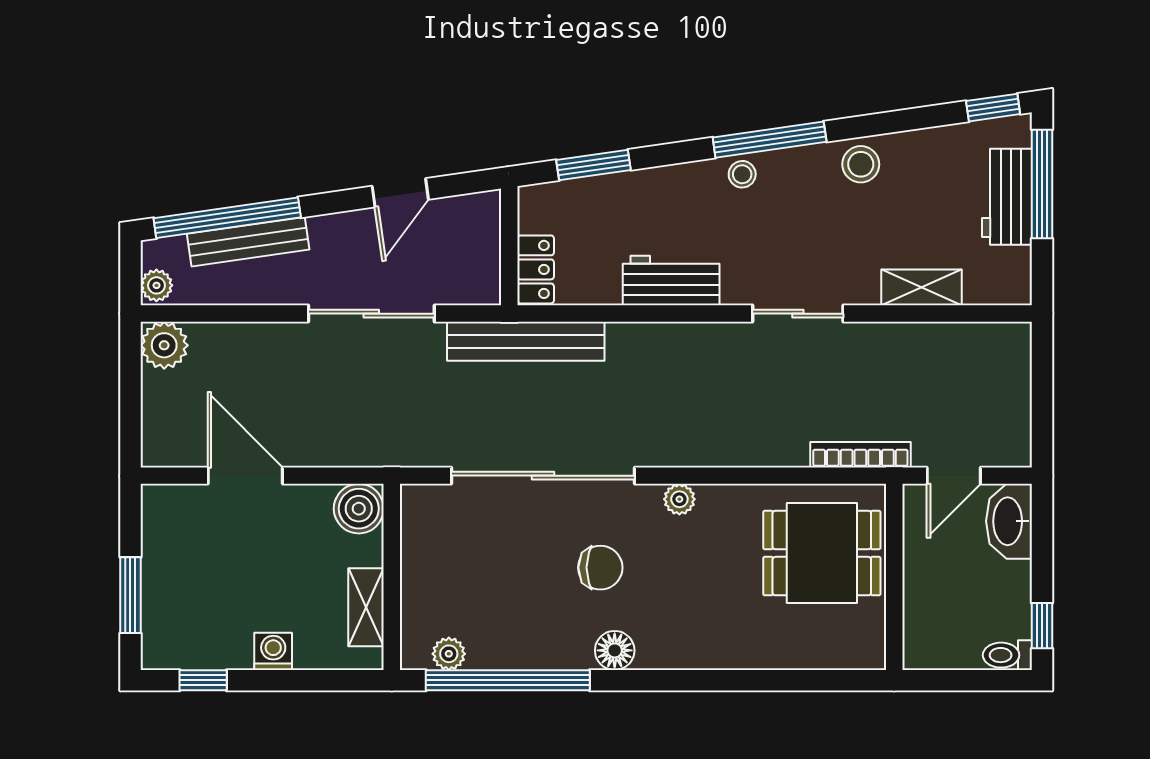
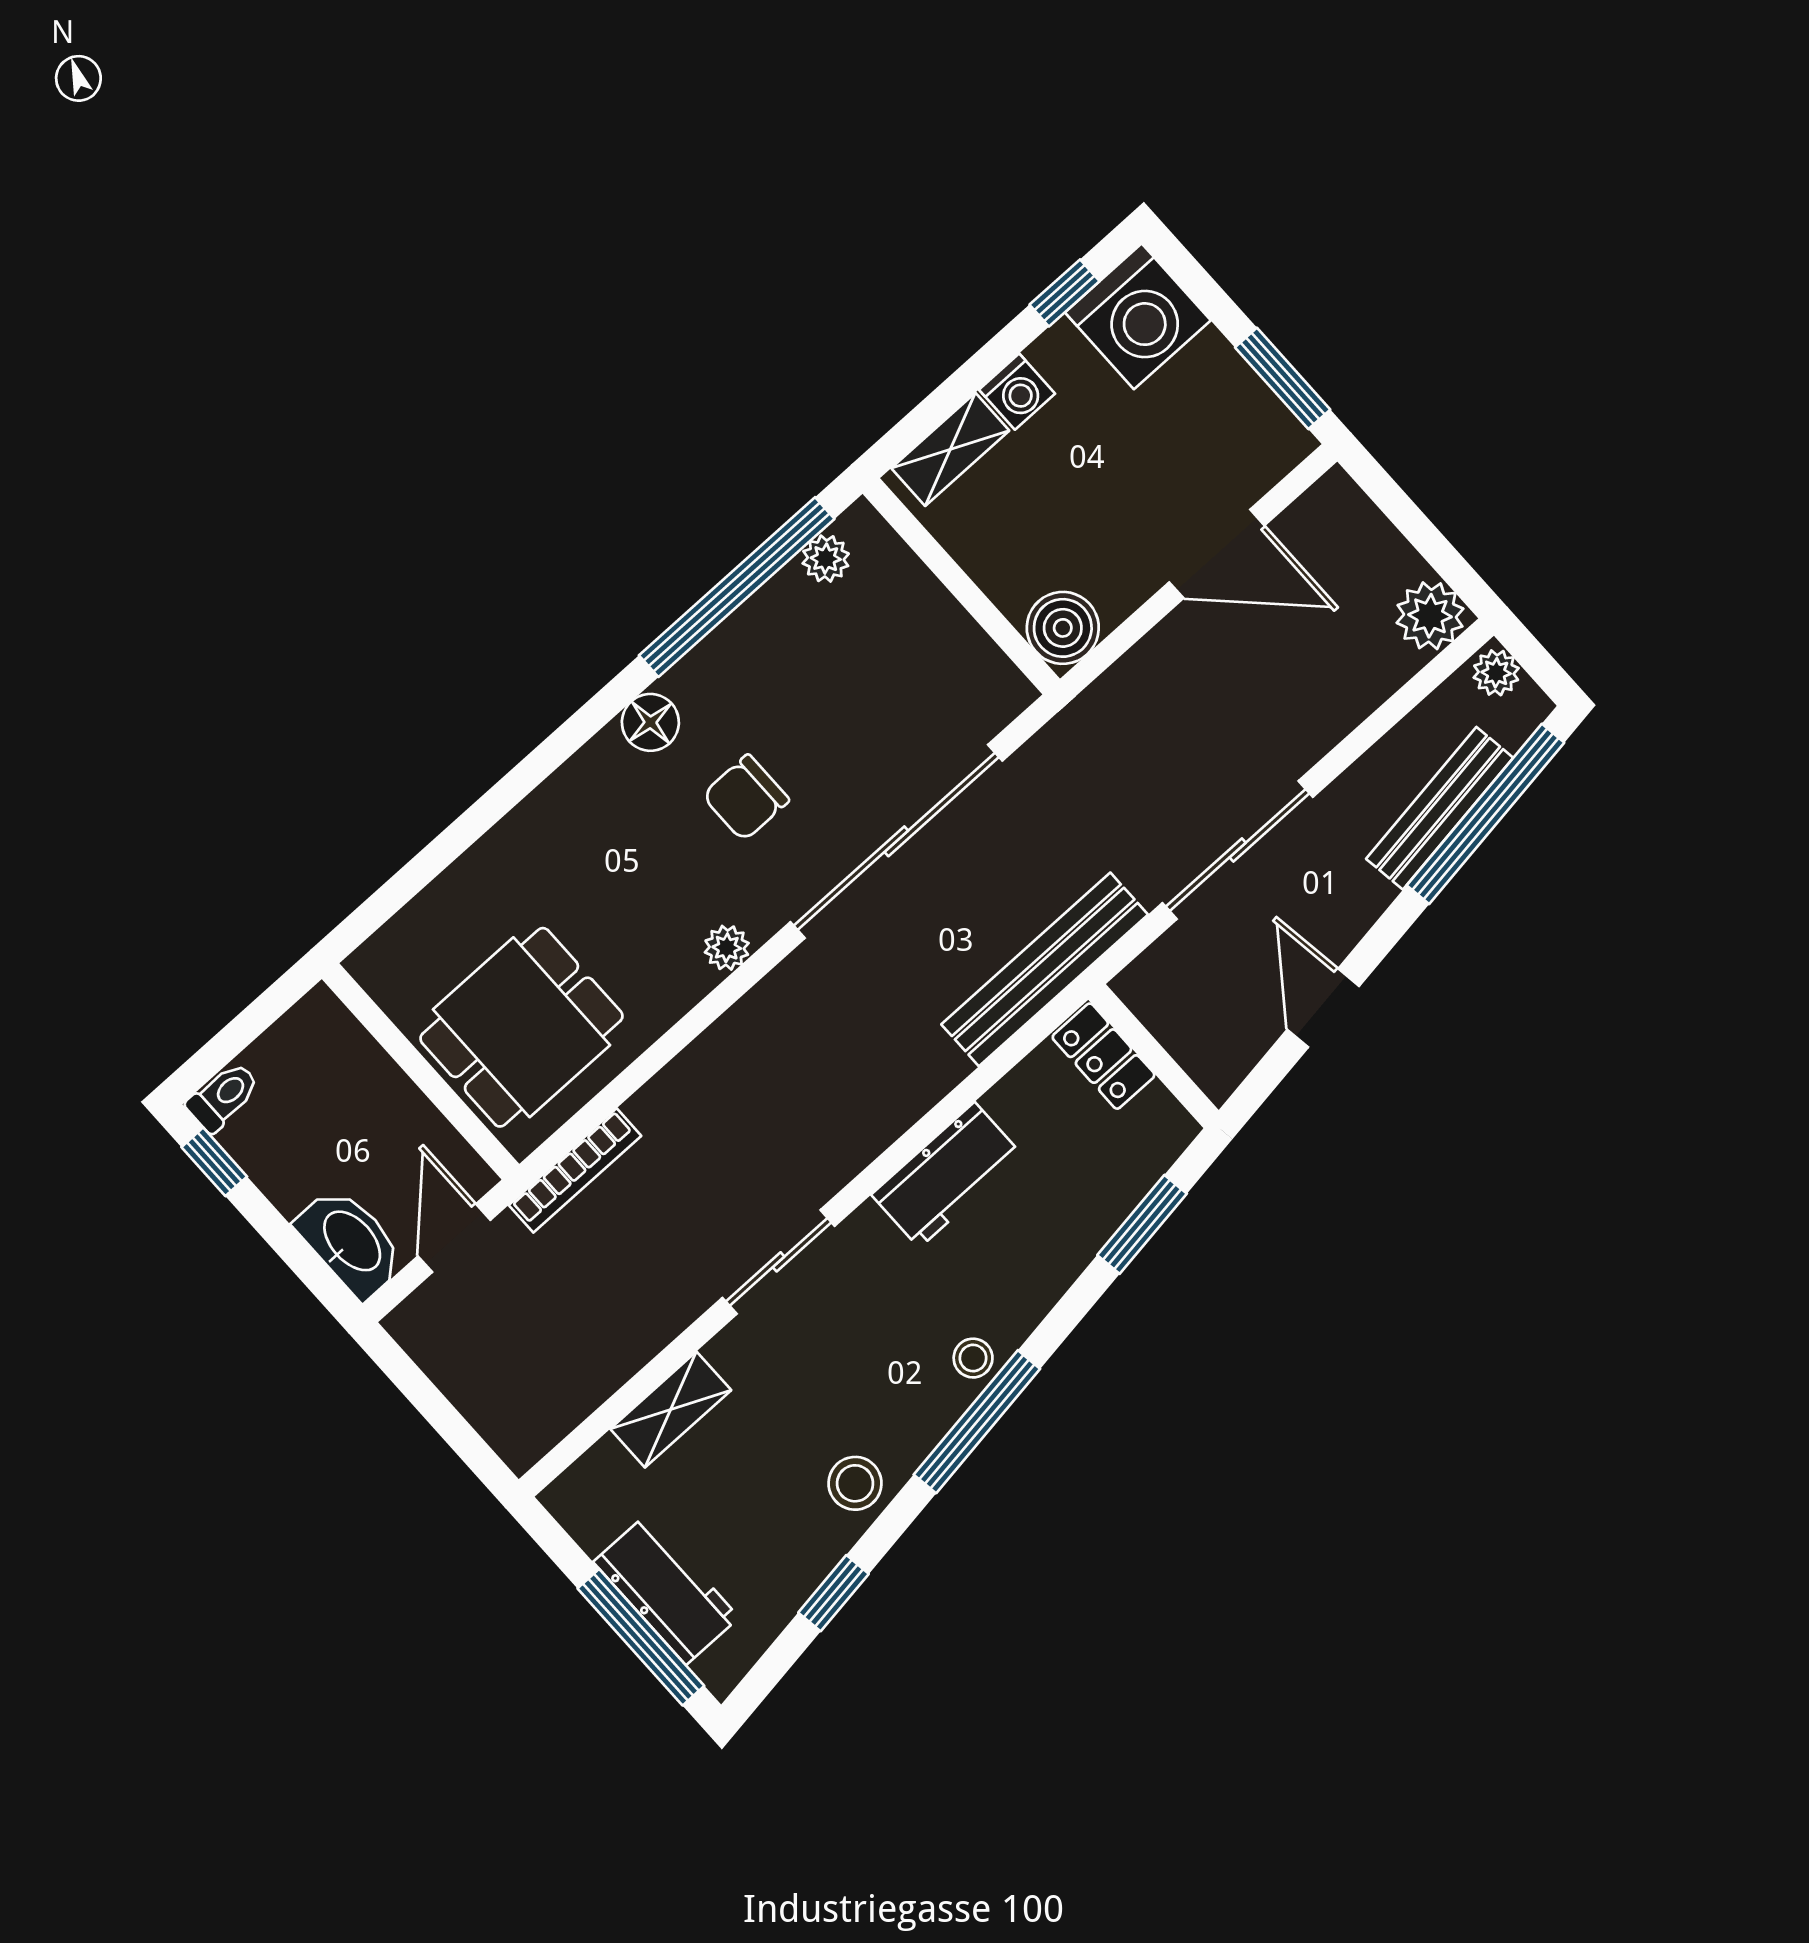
window: (993, 108) -> (833, 1593), moved
window: (130, 595) -> (1283, 378), moved
shelving: (366, 607) -> (950, 449), moved, turned 90
washing machine: (176, 634) -> (1138, 316), added

